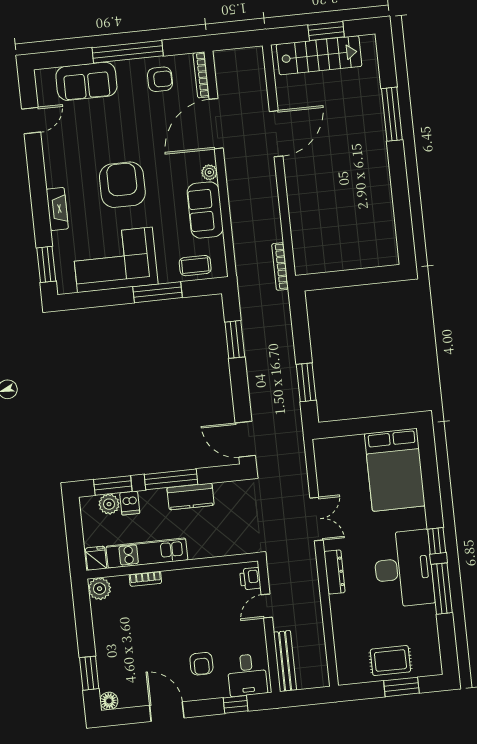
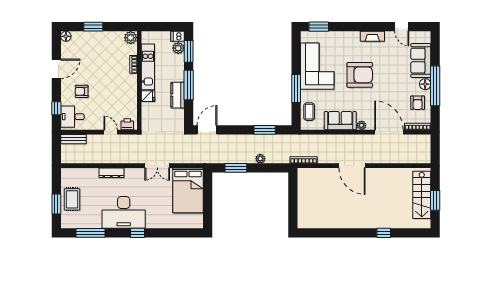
floor lamp: (126, 70) -> (425, 84), added
window: (392, 114) -> (384, 233), width x0.46
door: (276, 134) -> (352, 166), moved
fireplace: (57, 209) -> (372, 36), moved
plant: (286, 342) -> (260, 159), added
bed: (395, 470) -> (188, 190), moved, turned -90
dishwasher: (130, 503) -> (178, 36), moved
fridge: (96, 558) -> (148, 96), moved
dresser: (335, 572) -> (111, 173), moved
window: (442, 589) -> (91, 233), moved
bench: (285, 661) -> (73, 139), width x0.73
window: (89, 673) -> (93, 27), moved

